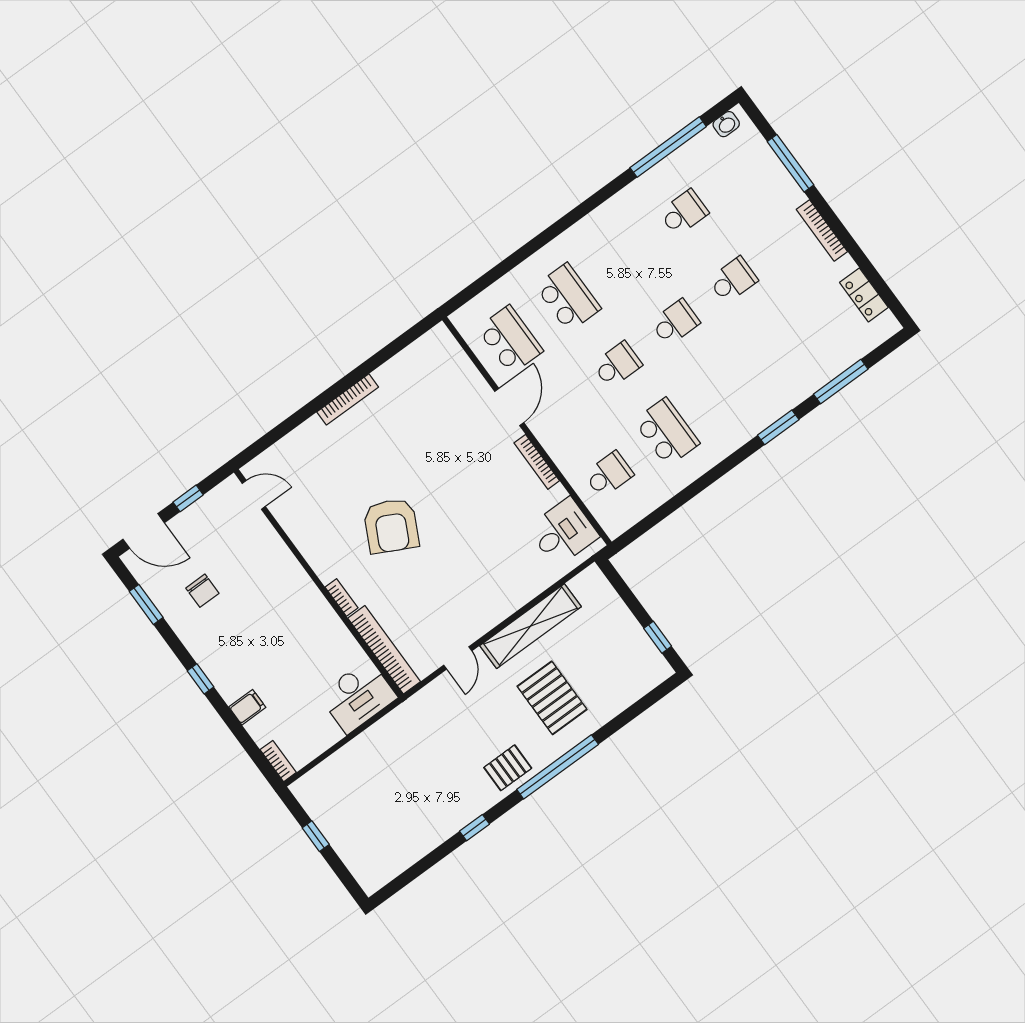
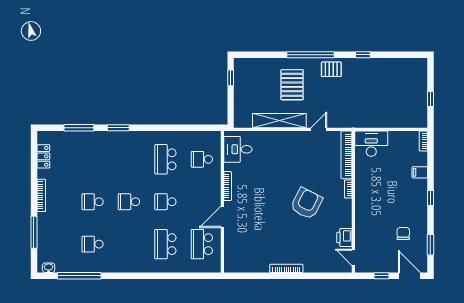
printer: (291, 516) -> (344, 238), added

